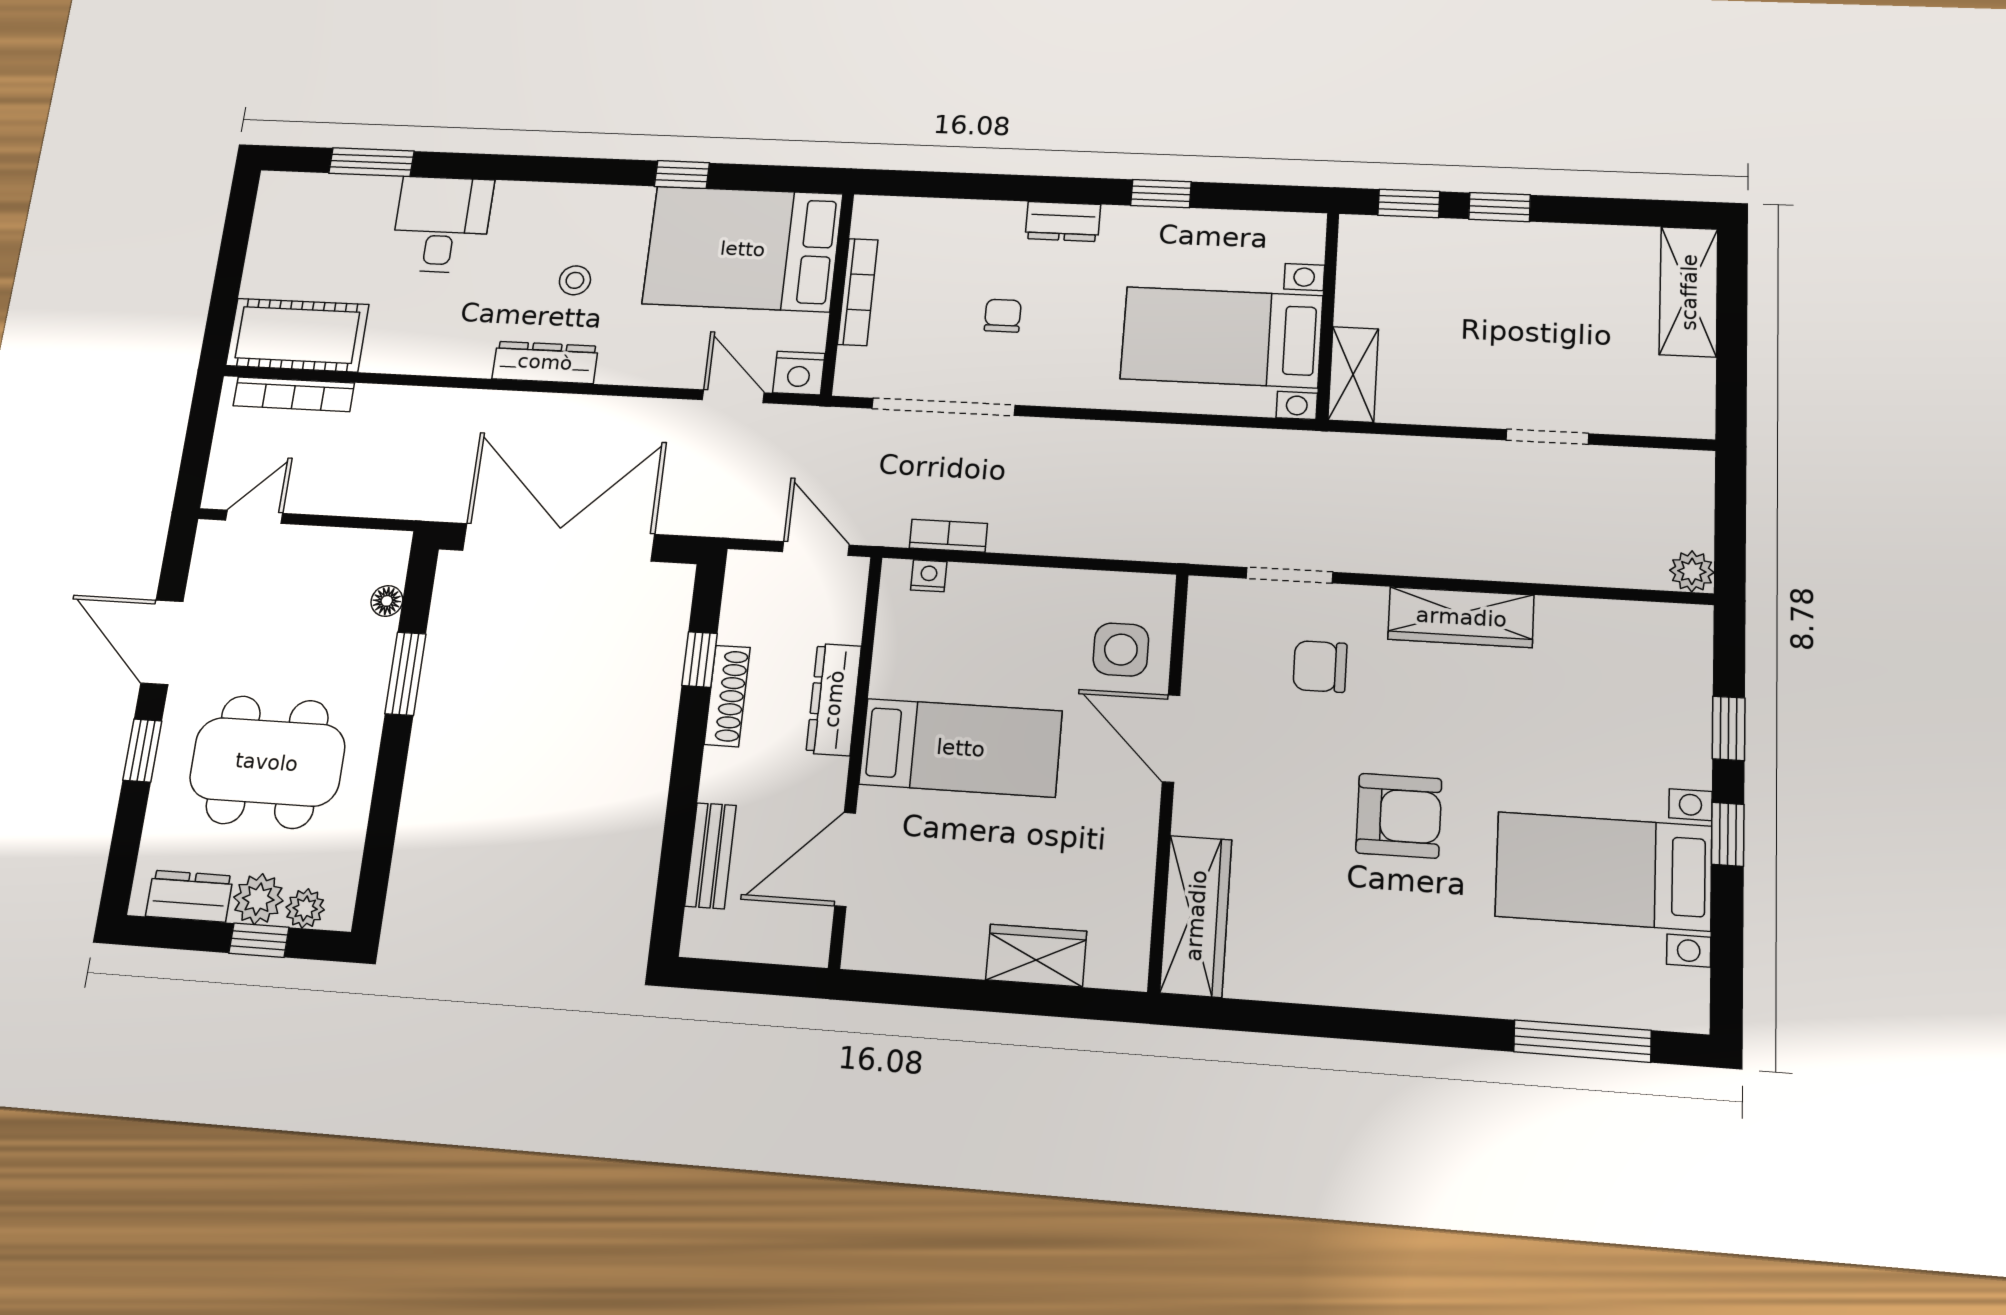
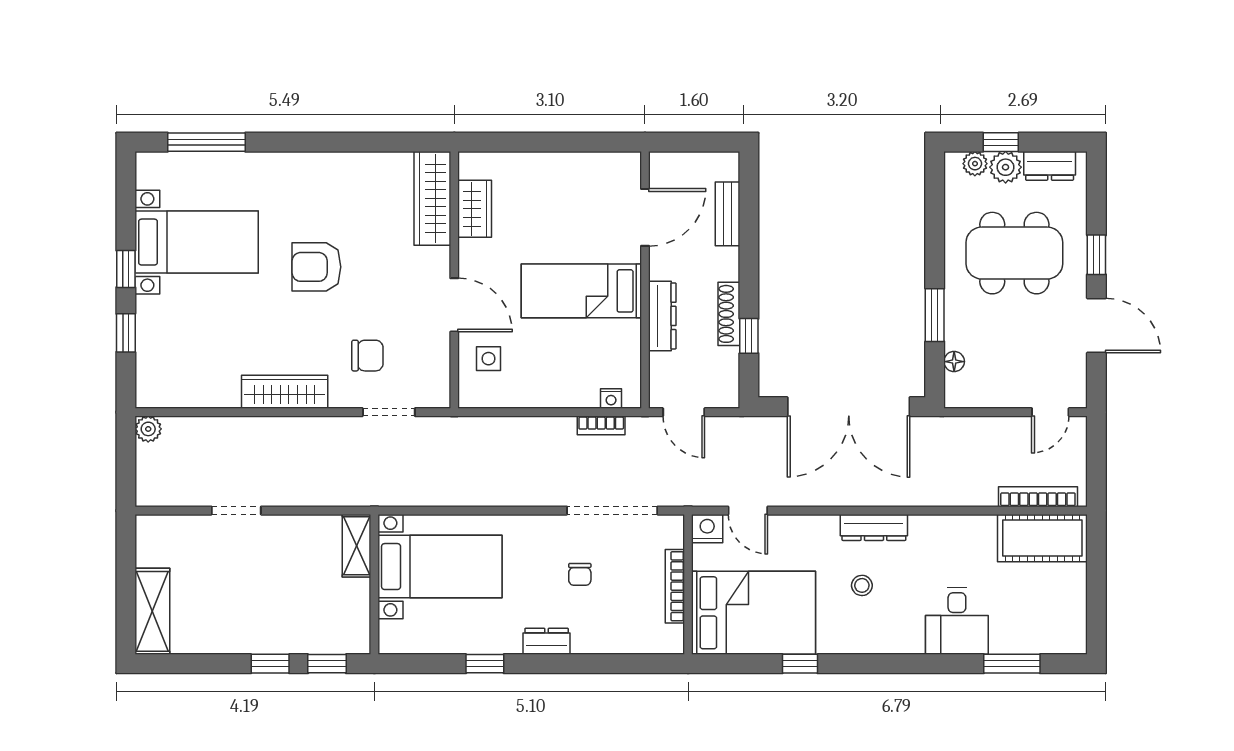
side table: (1121, 650) -> (489, 359), width x0.73, depth x0.73
wardrobe: (1036, 956) -> (475, 209), moved, turned -90

